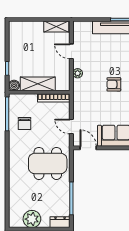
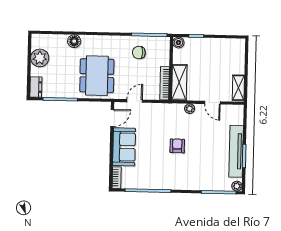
door: (71, 51) -> (212, 103), swing flipped
shelving: (38, 84) -> (179, 82), moved
floor lamp: (15, 186) -> (74, 41), added

